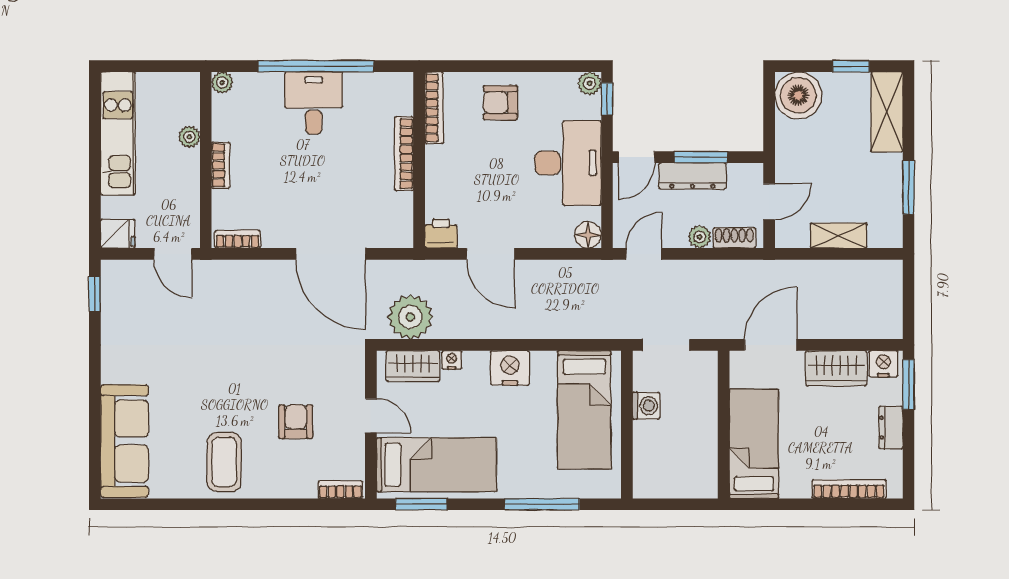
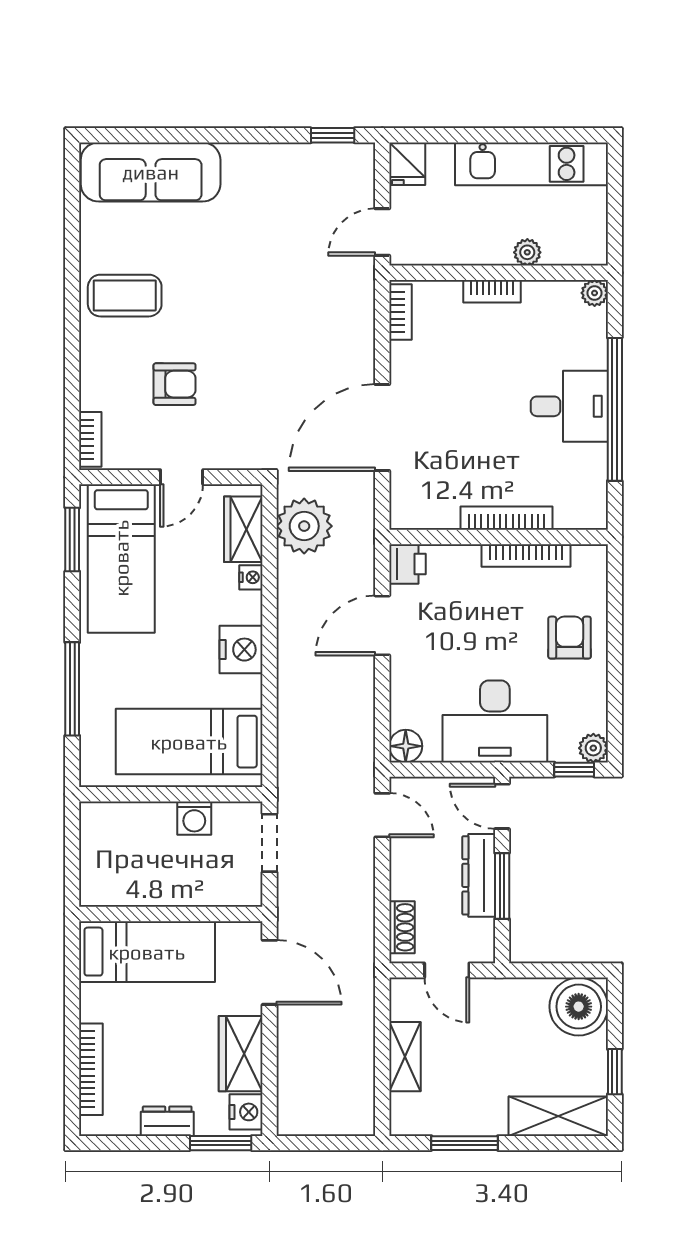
bookcase: (434, 108) -> (526, 555), moved
plant: (700, 237) -> (403, 884), removed

